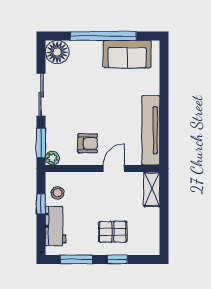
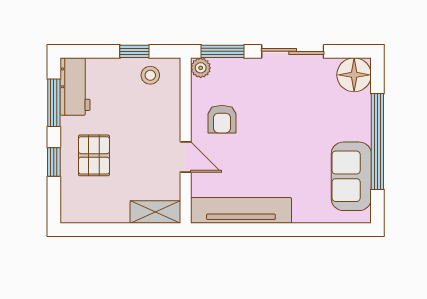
workbench: (56, 226) -> (75, 86), moved, turned -90

